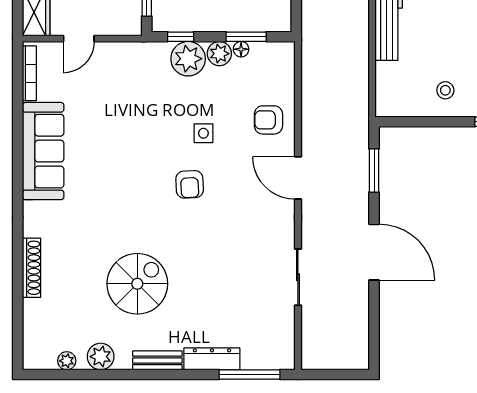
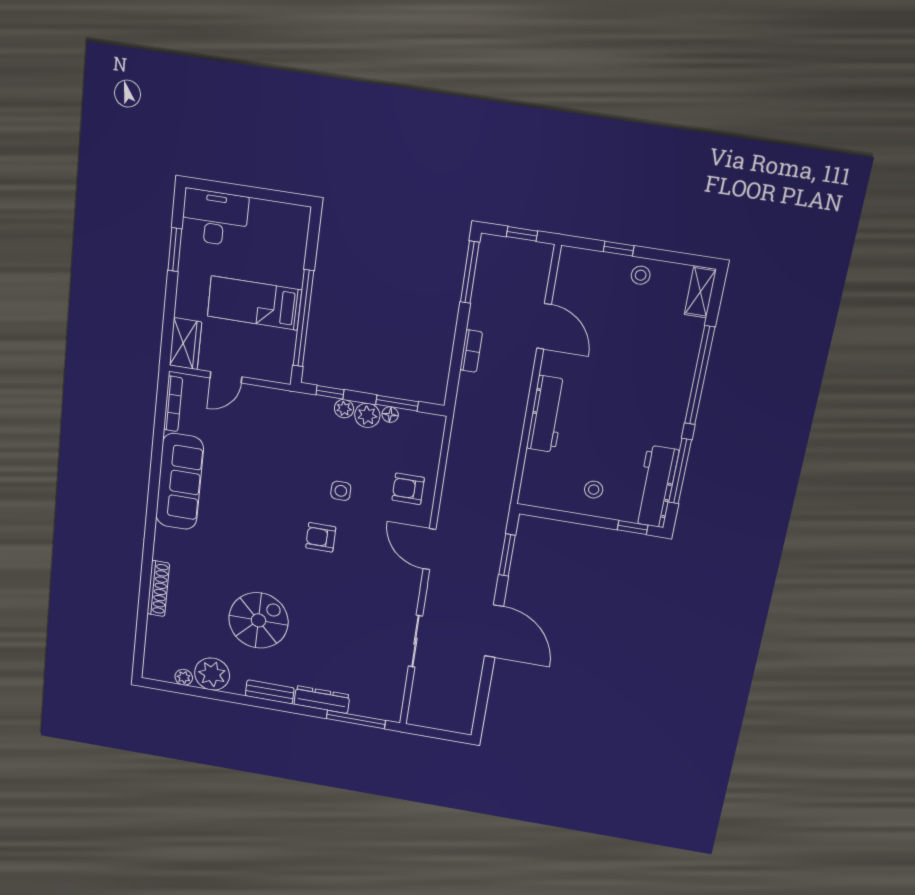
plant: (188, 59) -> (344, 409), width x0.53, depth x0.53
armchair: (190, 184) -> (321, 537), turned 93
plant: (101, 357) -> (212, 674), width x1.36, depth x1.36

